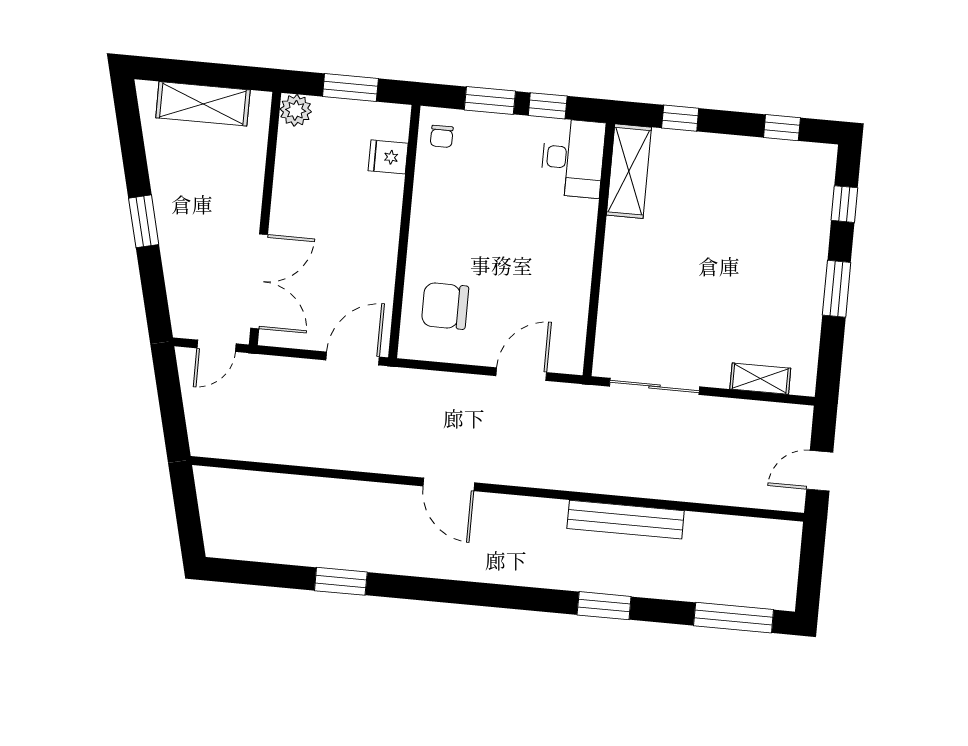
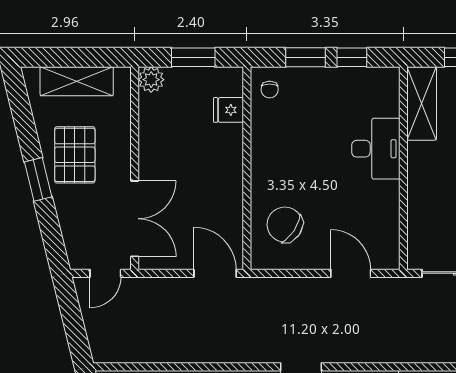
desk: (573, 158) -> (376, 149), moved
pallet: (192, 195) -> (75, 155), added
chair: (445, 306) -> (285, 225), turned 34
door: (353, 358) -> (215, 273), hinge flipped
door: (521, 374) -> (351, 273), hinge flipped

